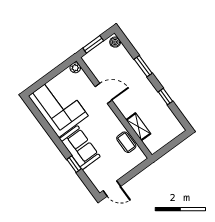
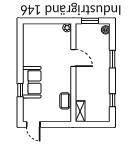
window: (165, 97) -> (112, 100), moved
corner sofa: (58, 106) -> (38, 45), removed
shelving: (138, 127) -> (80, 111), moved

